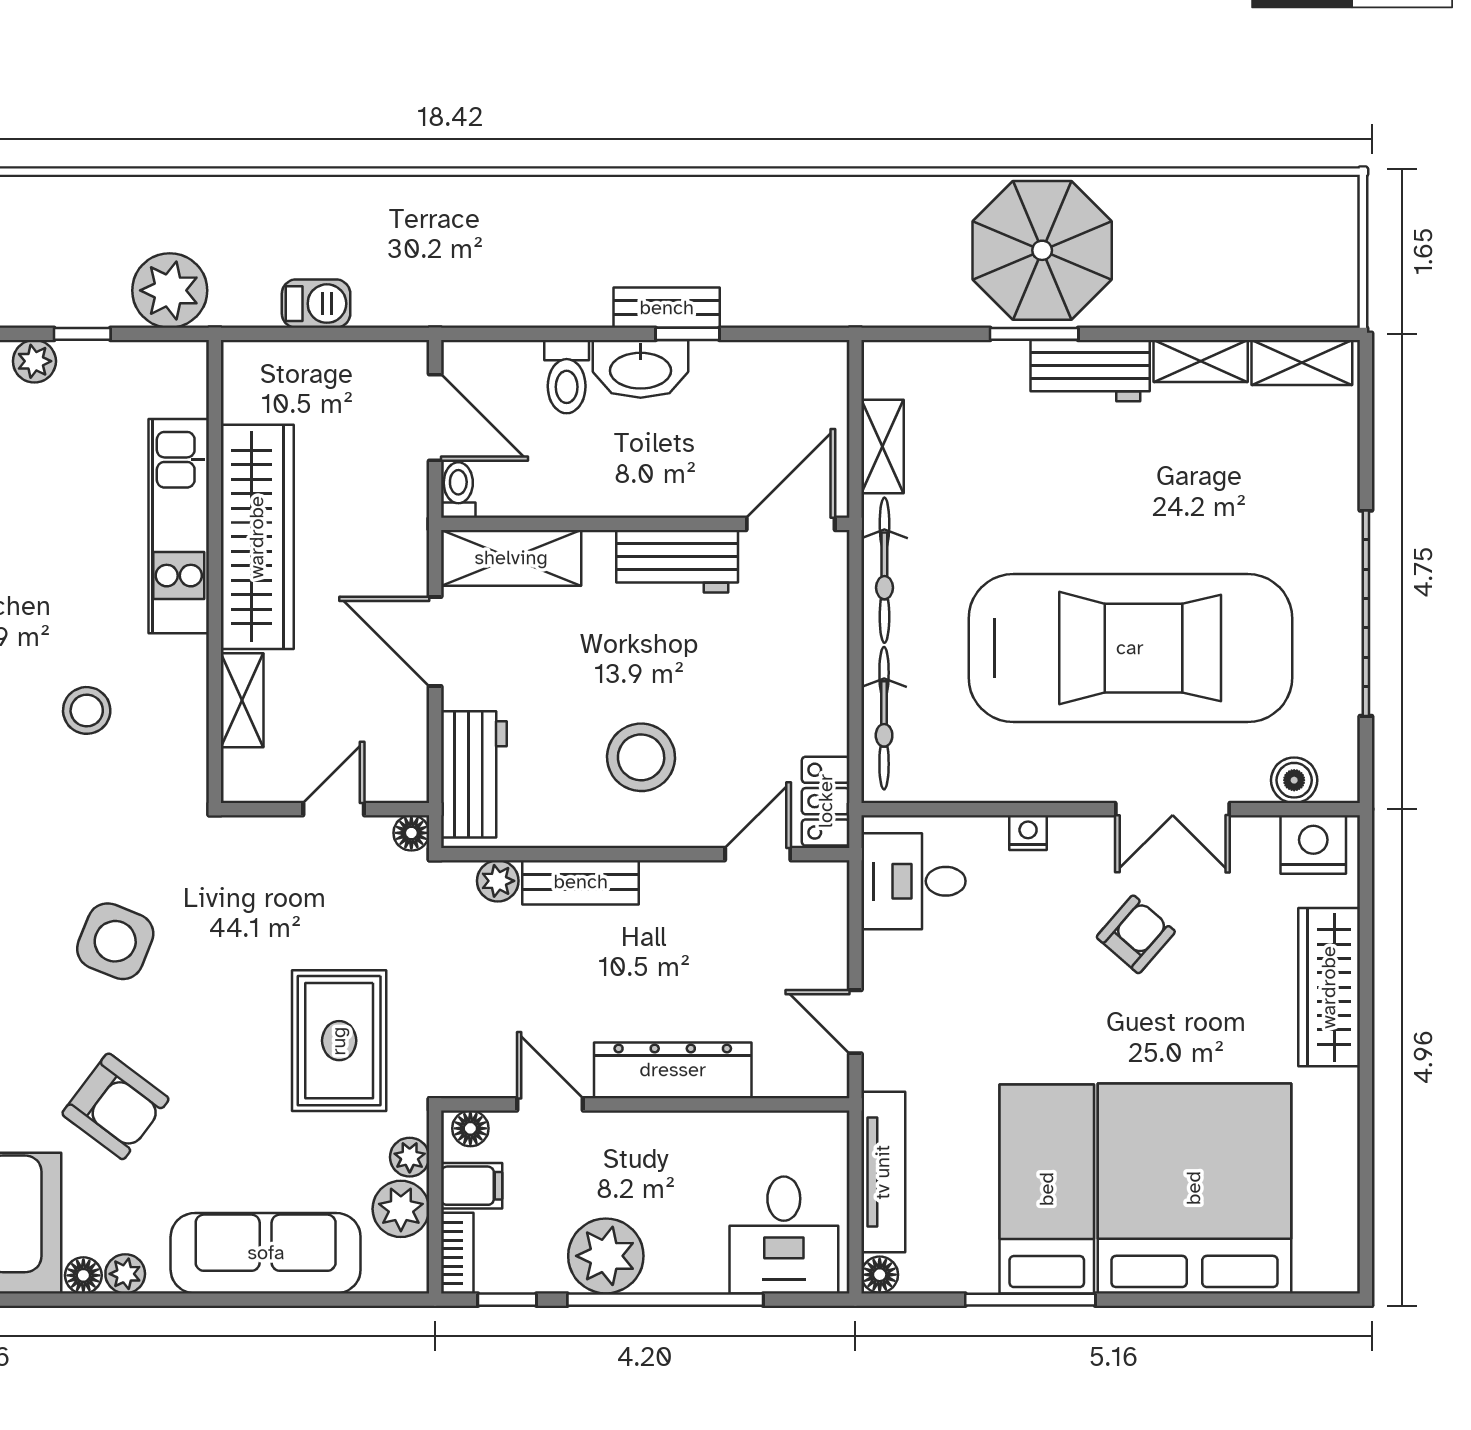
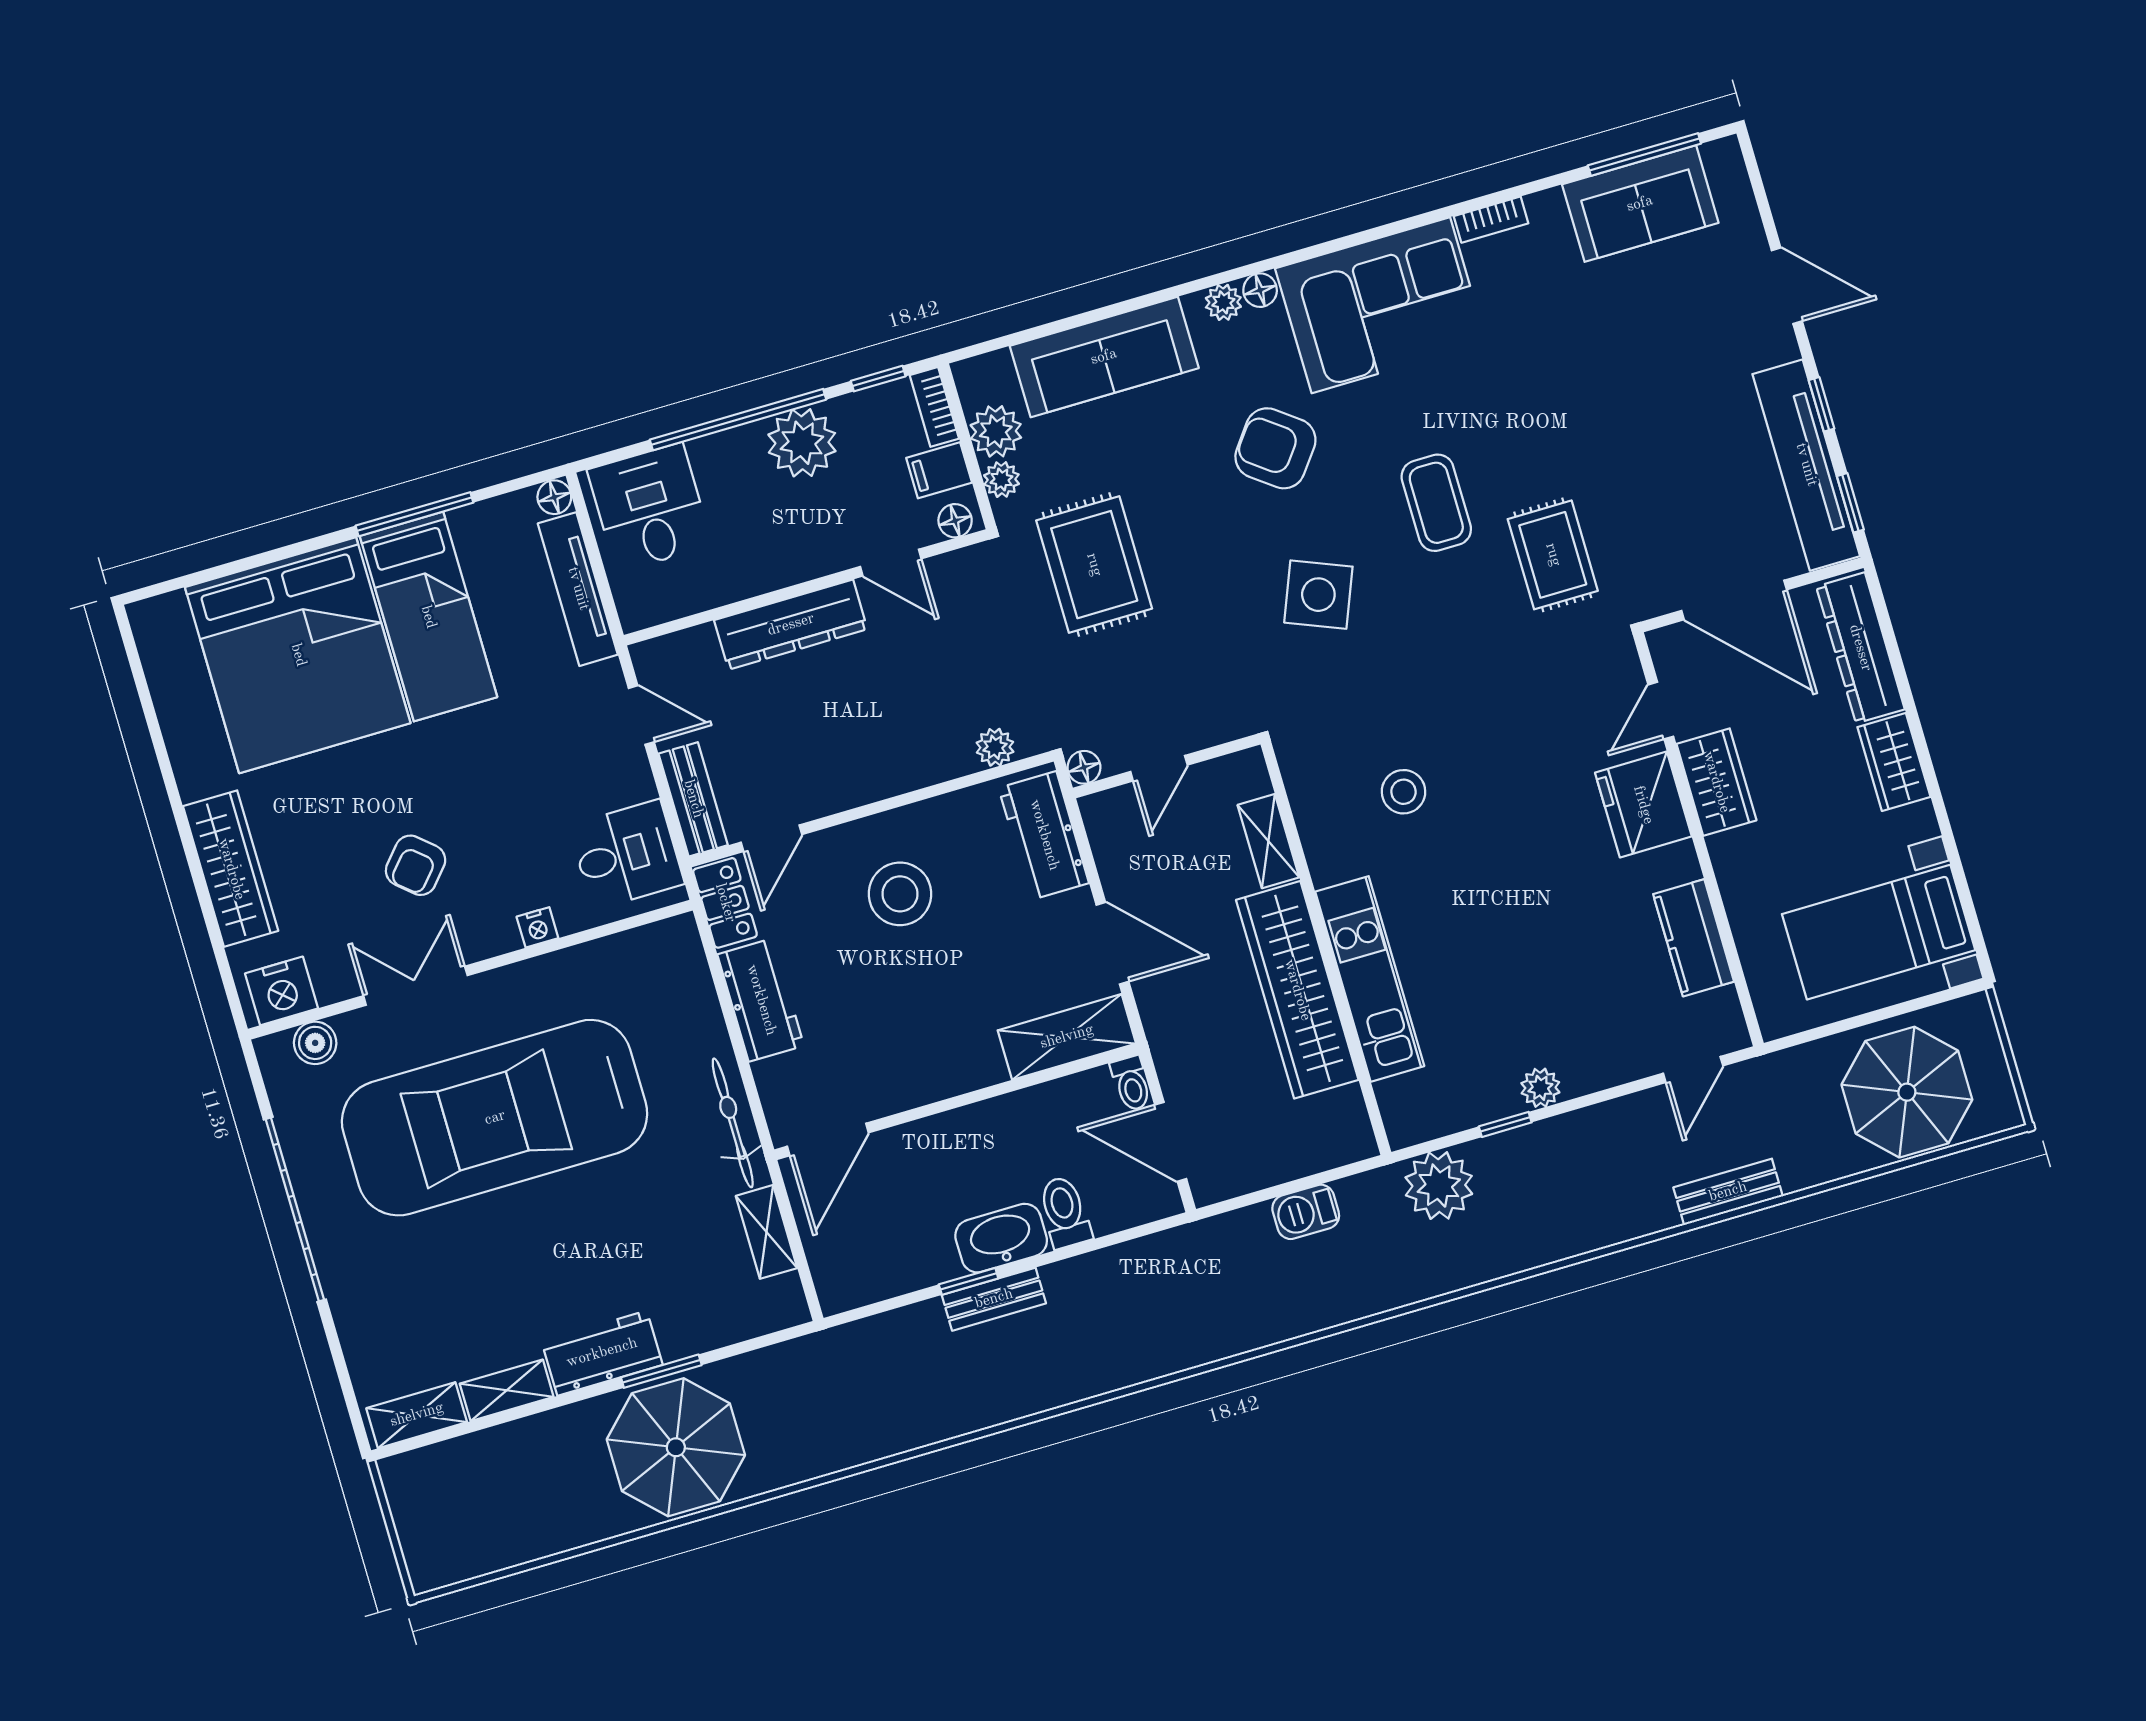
workbench: (677, 561) -> (761, 1000), moved, turned 90
bicycle: (884, 718) -> (695, 992), removed
bench: (581, 882) -> (693, 799), moved, turned 90

